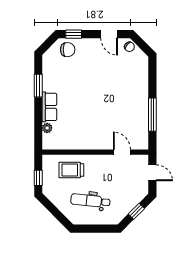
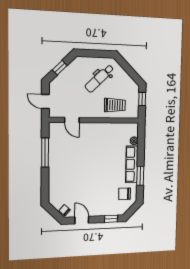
chair: (68, 50) -> (125, 194), moved
row of seats: (49, 107) -> (132, 164), width x1.48
dental chair: (90, 201) -> (99, 78), turned 130

